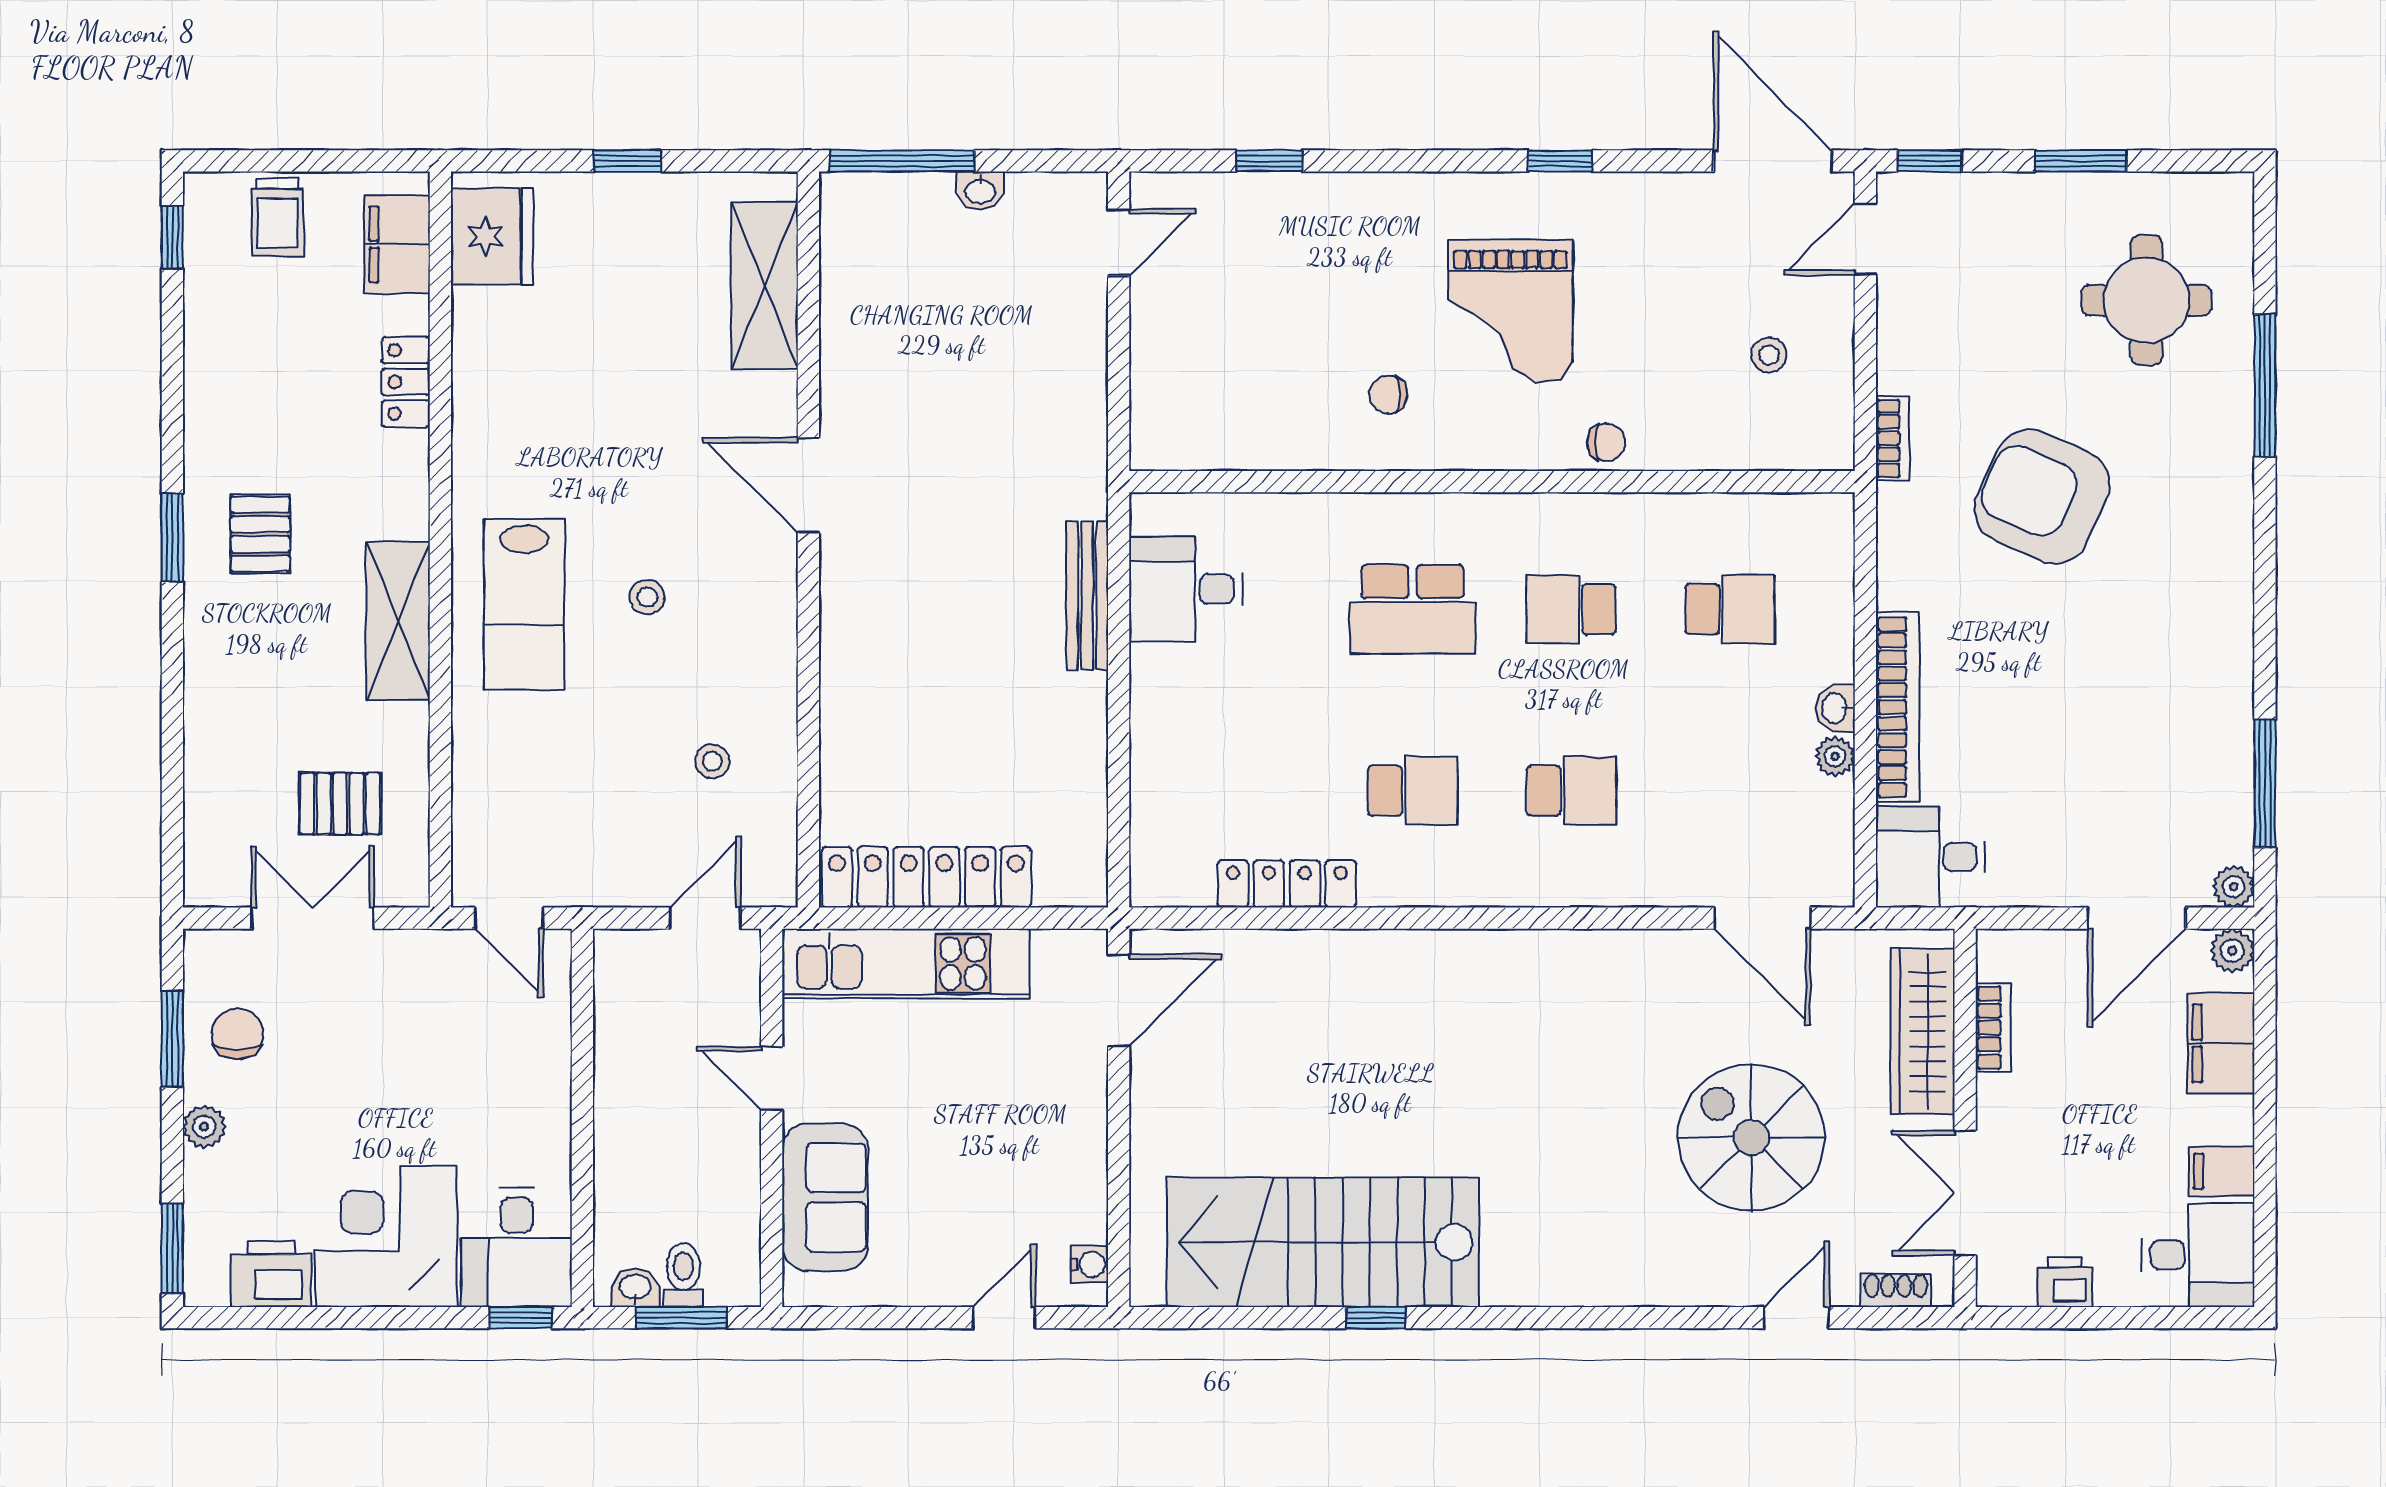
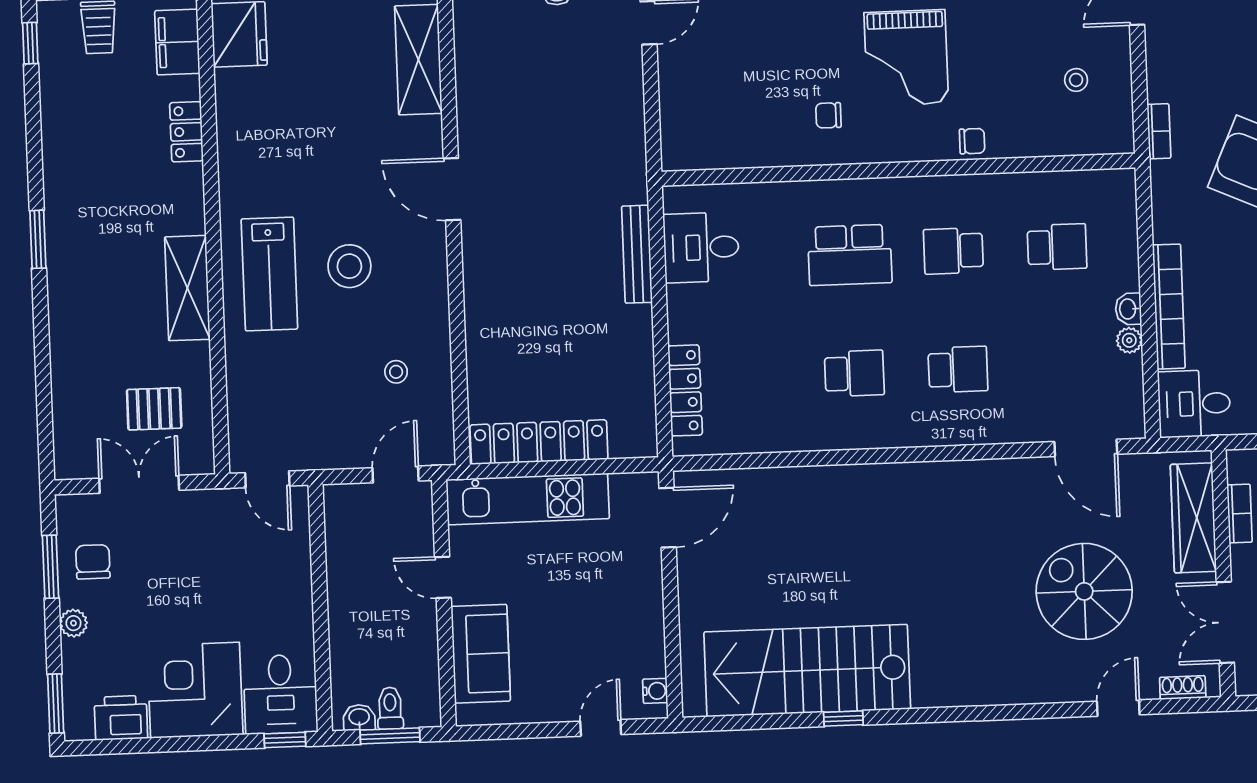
pallet: (260, 534) -> (95, 235), removed
stool: (647, 597) -> (349, 266), width x1.89, depth x1.89
locker: (1287, 884) -> (685, 390), moved, turned 90

